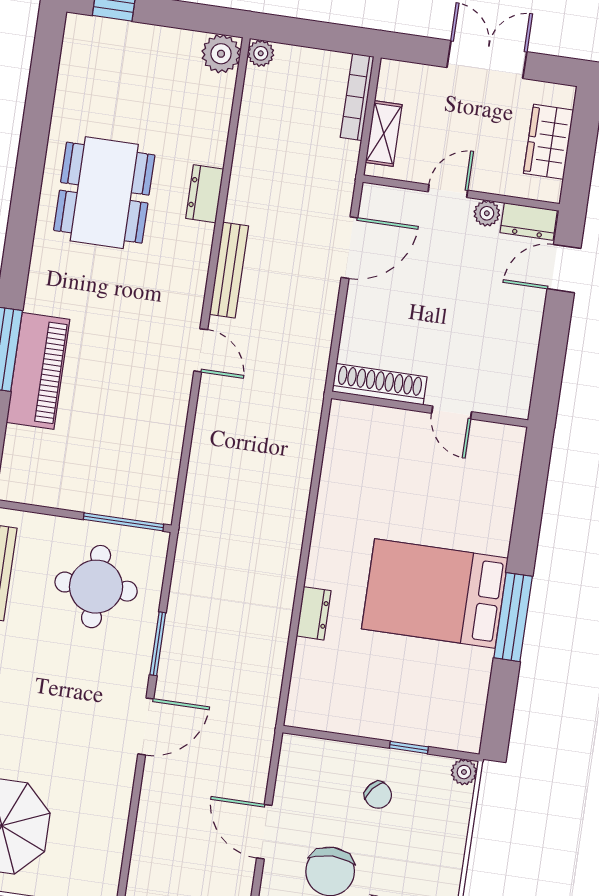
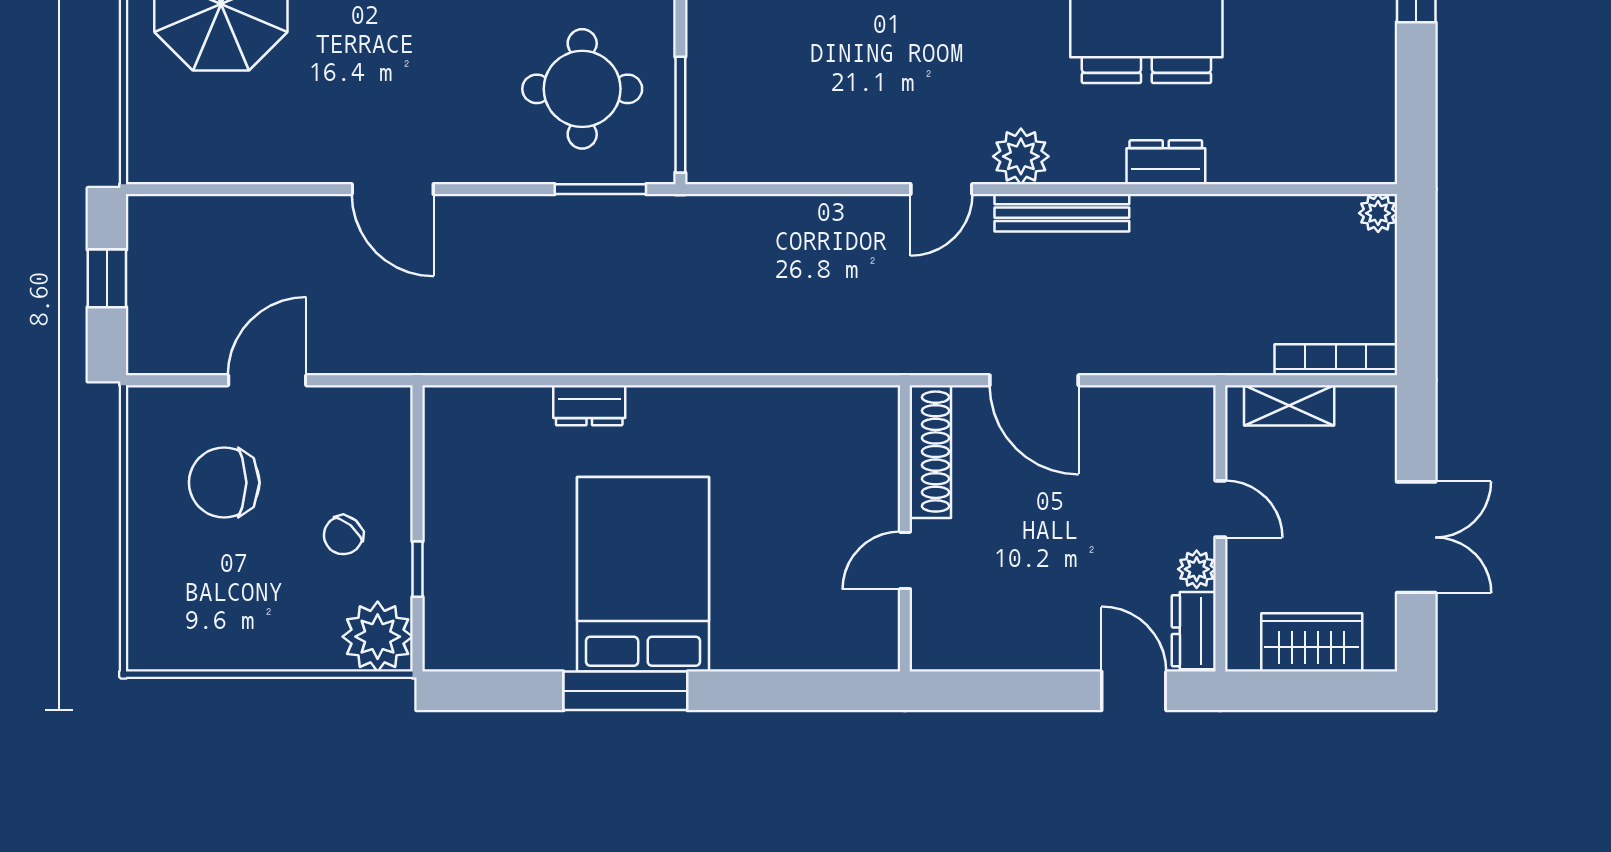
plant: (221, 54) -> (1021, 156), moved
door: (349, 248) -> (1034, 380), moved
window: (158, 644) -> (600, 189), moved
plant: (464, 772) -> (378, 637), width x1.87, depth x1.87

